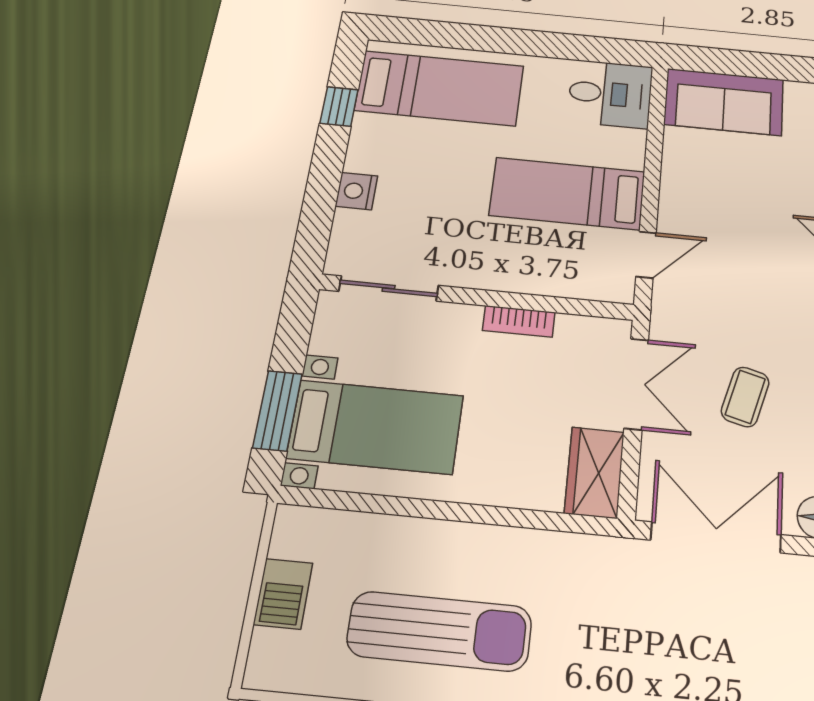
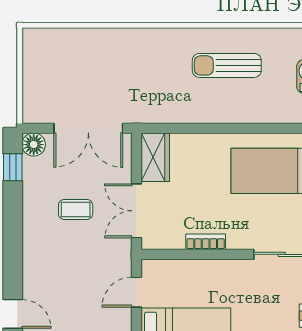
coffee table: (745, 397) -> (76, 209), turned 75
sun lounger: (439, 631) -> (227, 65), width x0.73, depth x0.75

